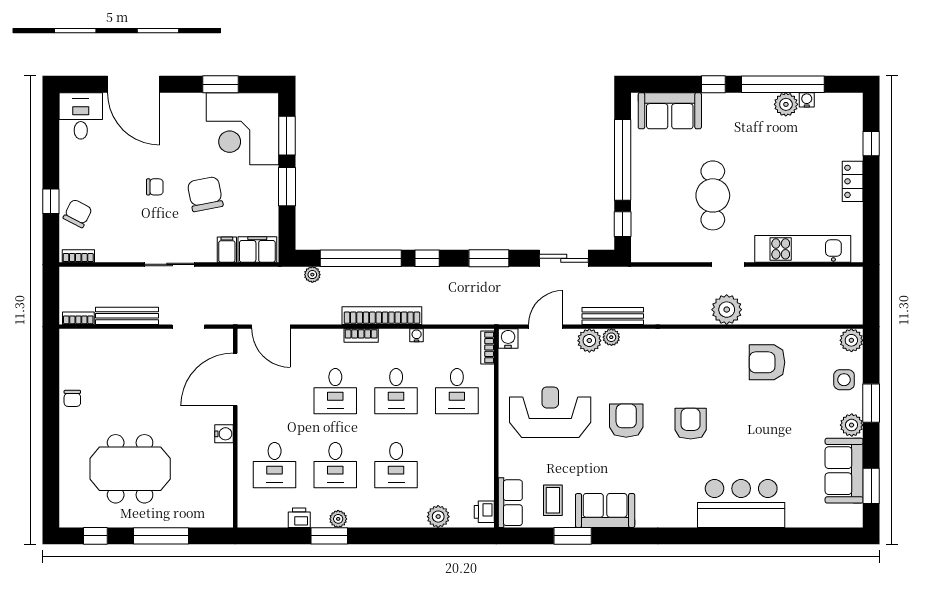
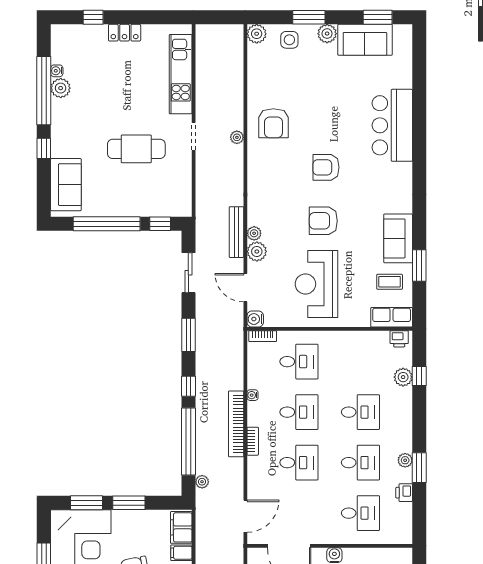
plant: (727, 310) -> (237, 137), width x0.53, depth x0.53
armchair: (767, 362) -> (273, 123), moved
window: (440, 536) -> (419, 376), added

